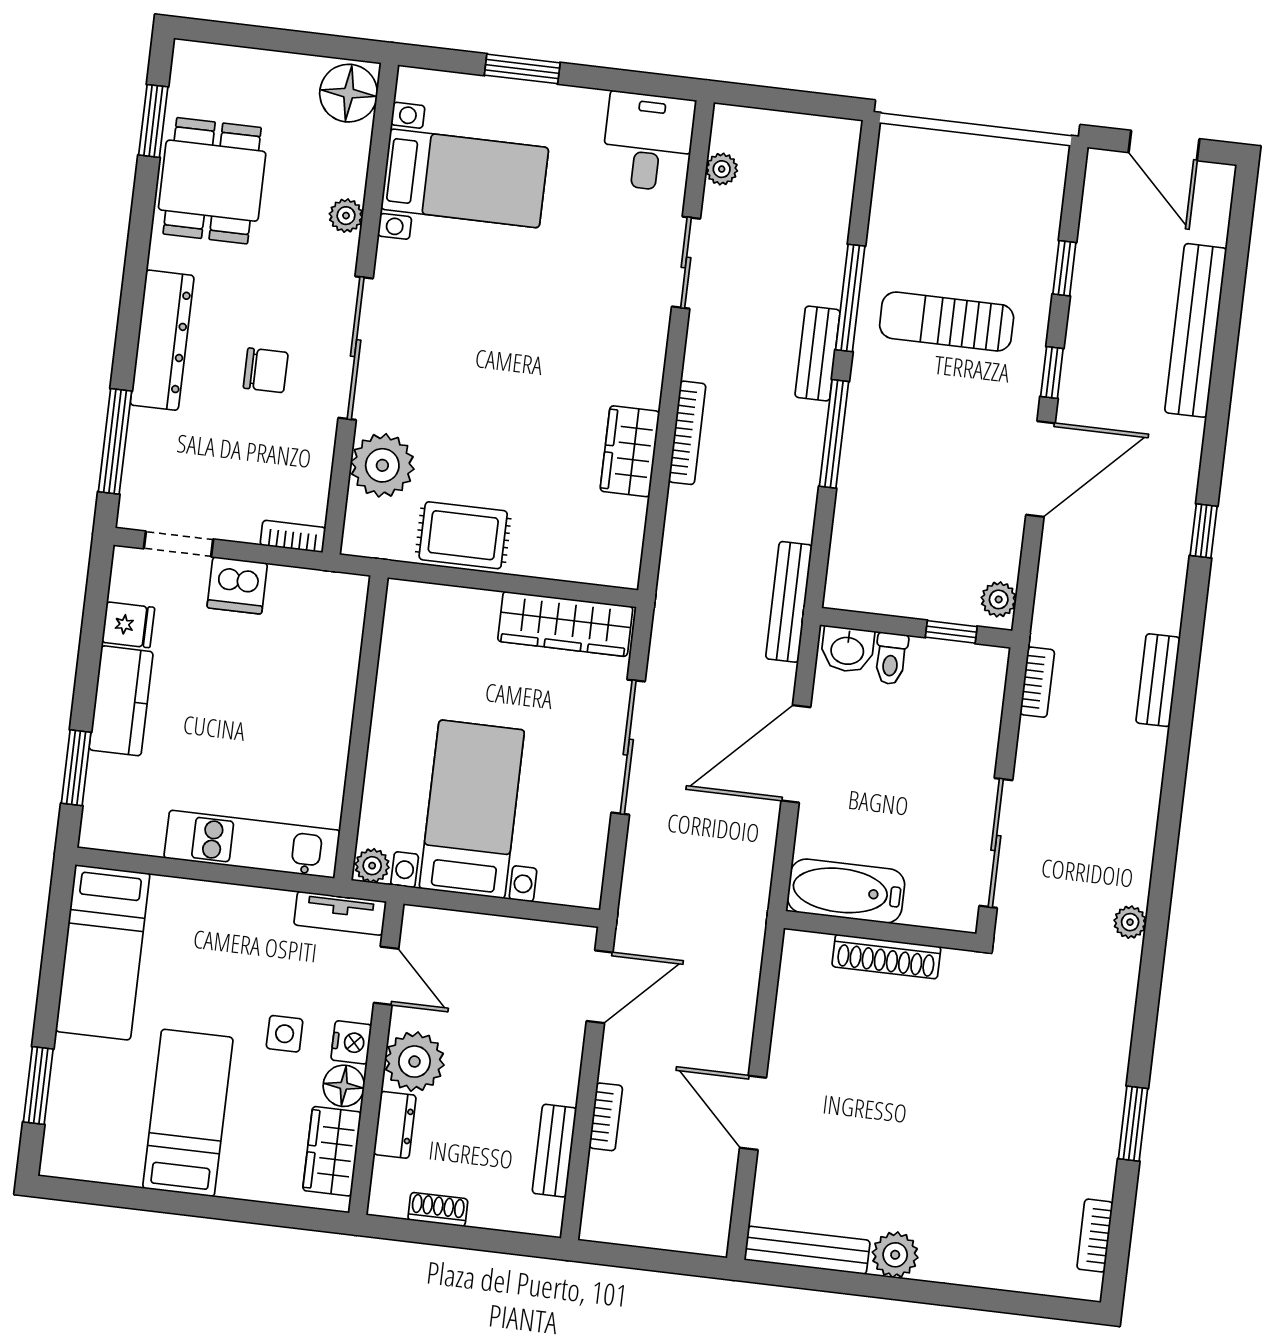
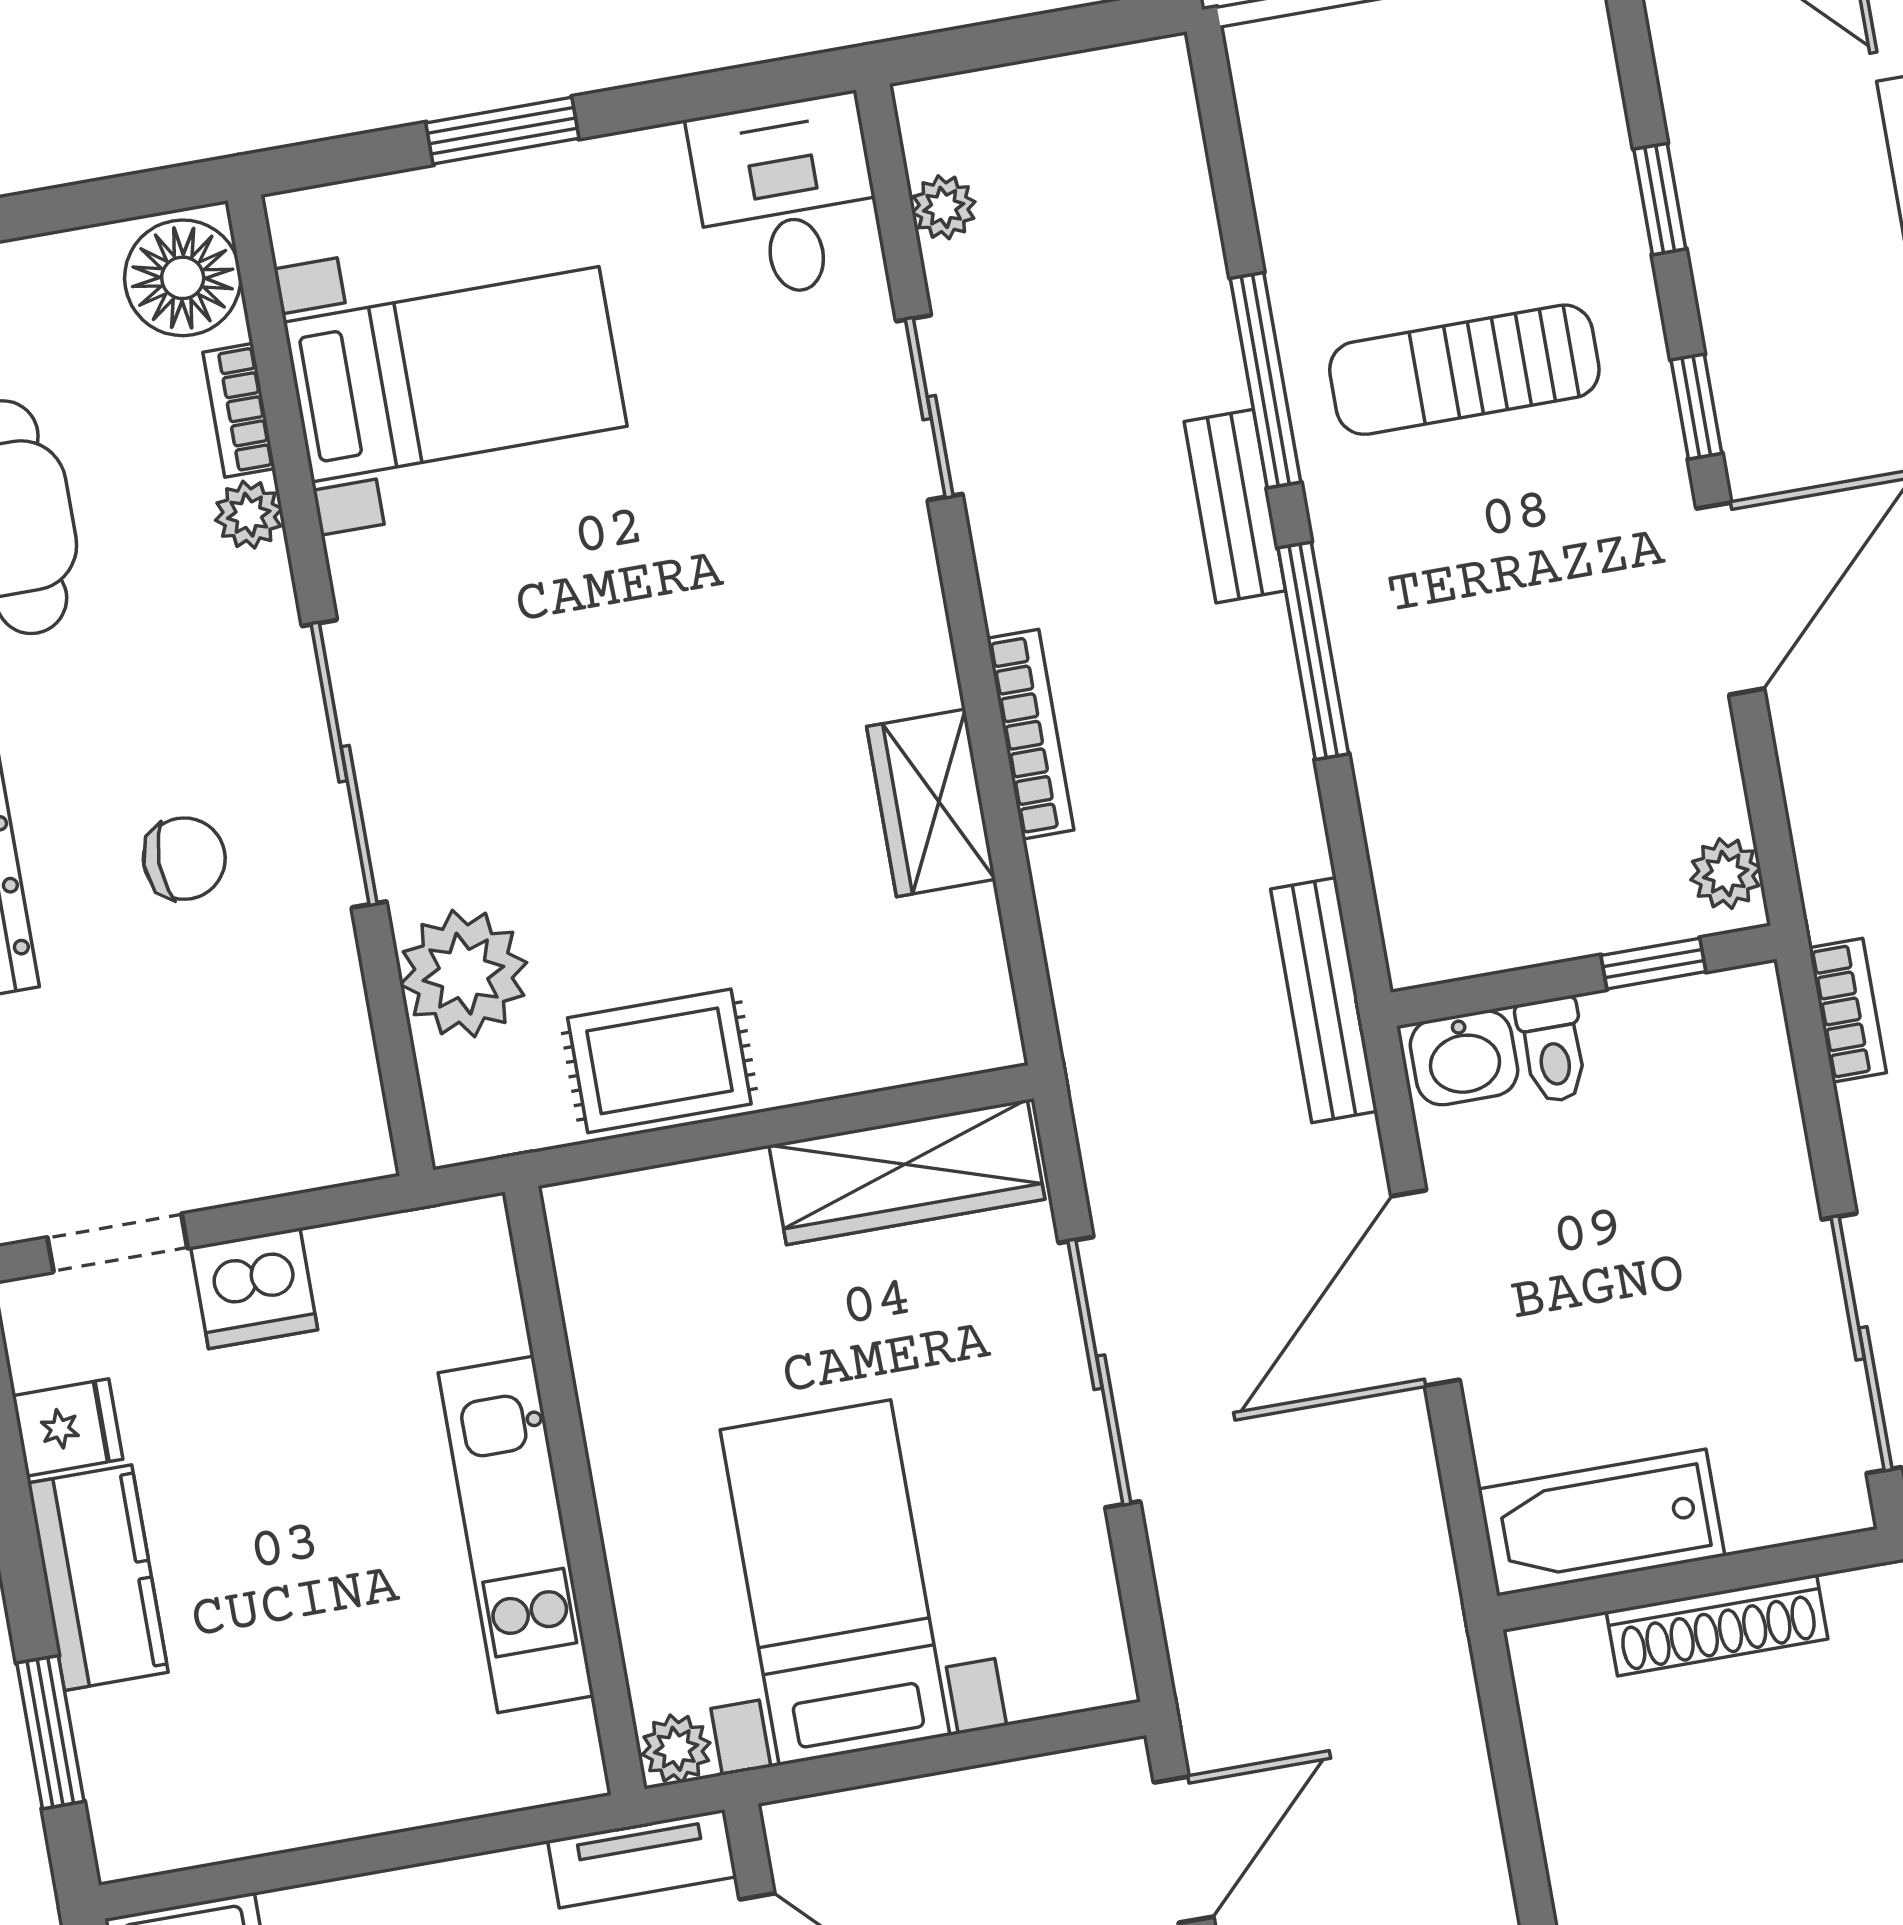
bookcase: (293, 536) -> (239, 410), moved, turned -90
kitchen unit: (252, 844) -> (516, 1534), moved, turned -90

